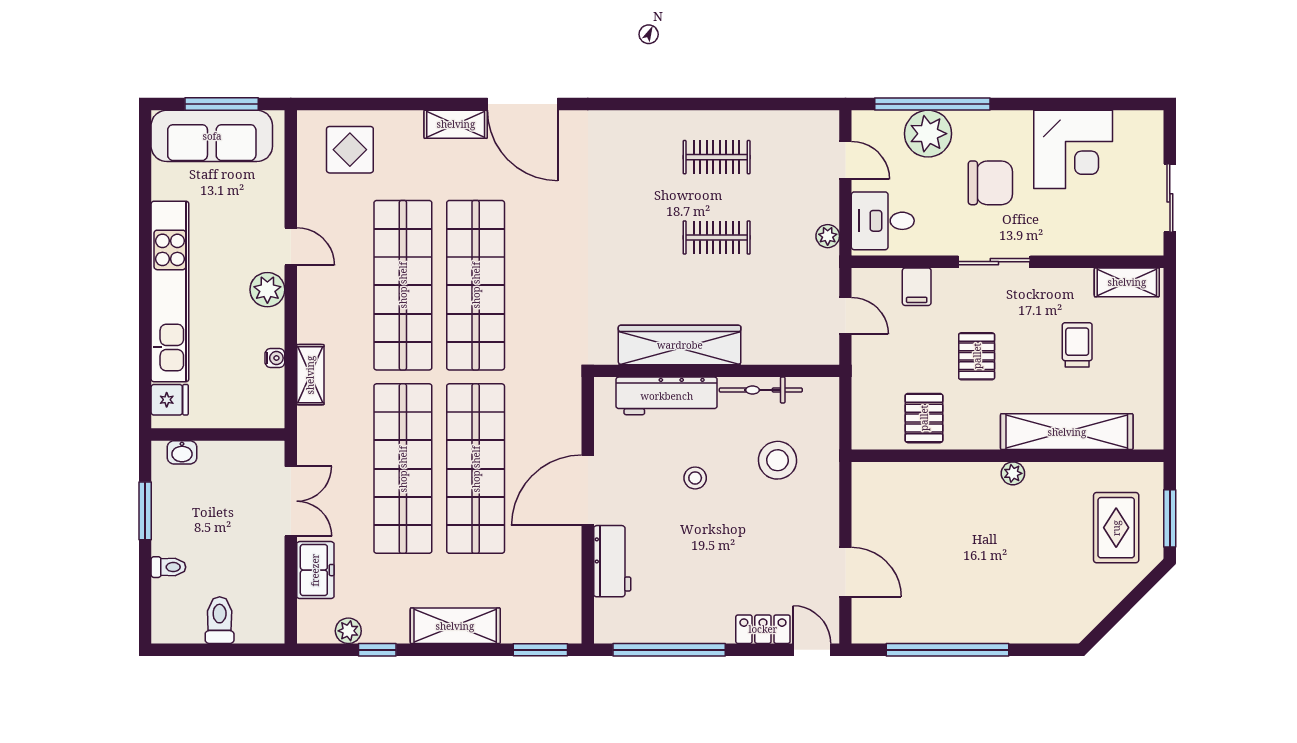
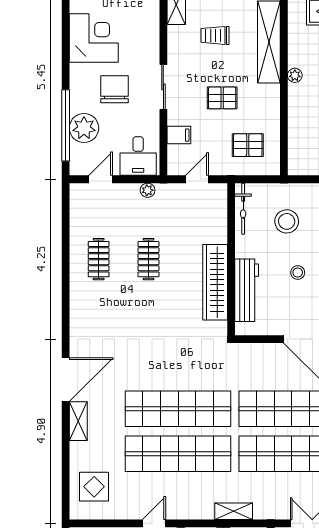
bicycle: (761, 390) -> (243, 209), moved
pallet: (924, 418) -> (248, 145), moved

